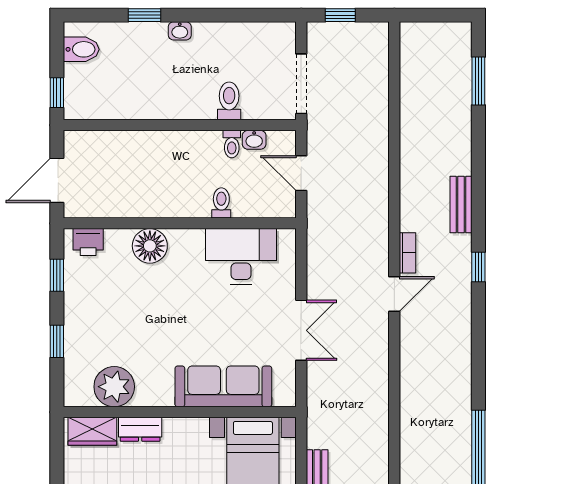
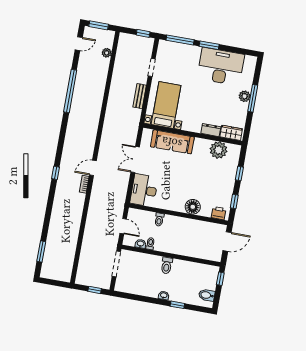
toilet: (229, 101) -> (167, 265), moved
bench: (461, 205) -> (58, 201), removed
desk: (241, 256) -> (144, 190), moved, turned 90

